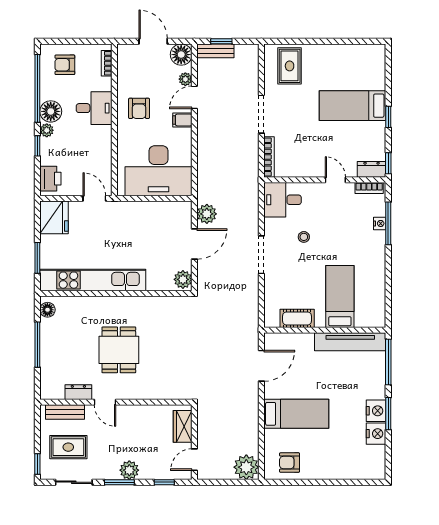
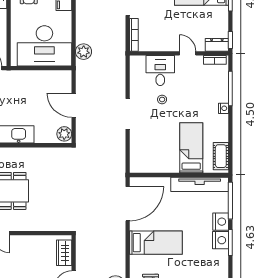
desk: (283, 200) -> (160, 71), moved, turned 90
plant: (207, 214) -> (84, 52), moved
nightstand: (380, 223) -> (223, 108), moved
door: (194, 244) -> (74, 105), swing flipped
cot: (297, 318) -> (221, 156), moved, turned 90
door: (261, 366) -> (128, 204), width x1.36
nightstand: (376, 434) -> (221, 222), moved

